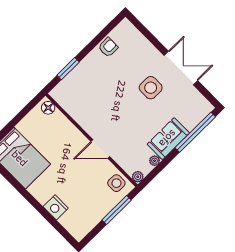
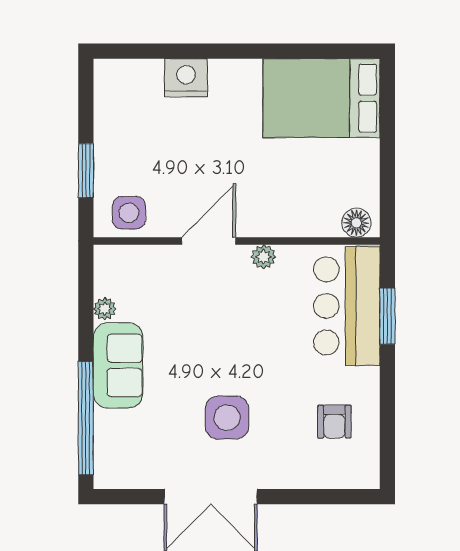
armchair: (108, 47) -> (334, 422), moved
bar counter: (78, 85) -> (347, 306), added
plant: (138, 177) -> (264, 257), moved
window: (117, 210) -> (86, 171), width x0.69

